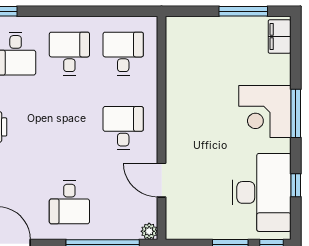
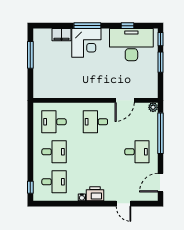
filing cabinet: (280, 37) -> (61, 35), moved
desk: (69, 54) -> (54, 152), turned 180

